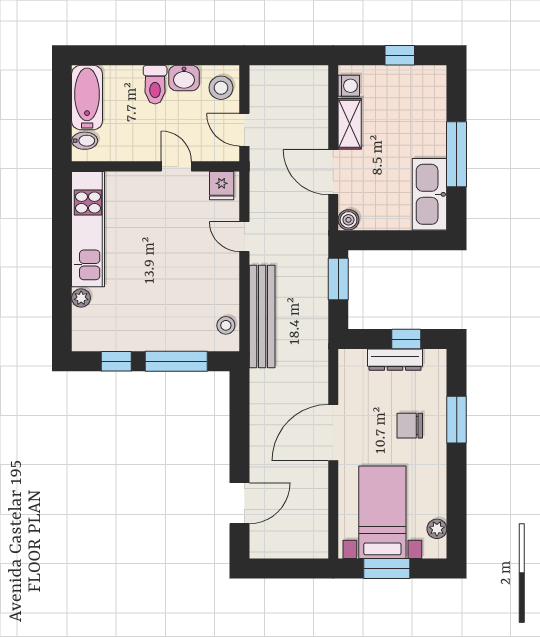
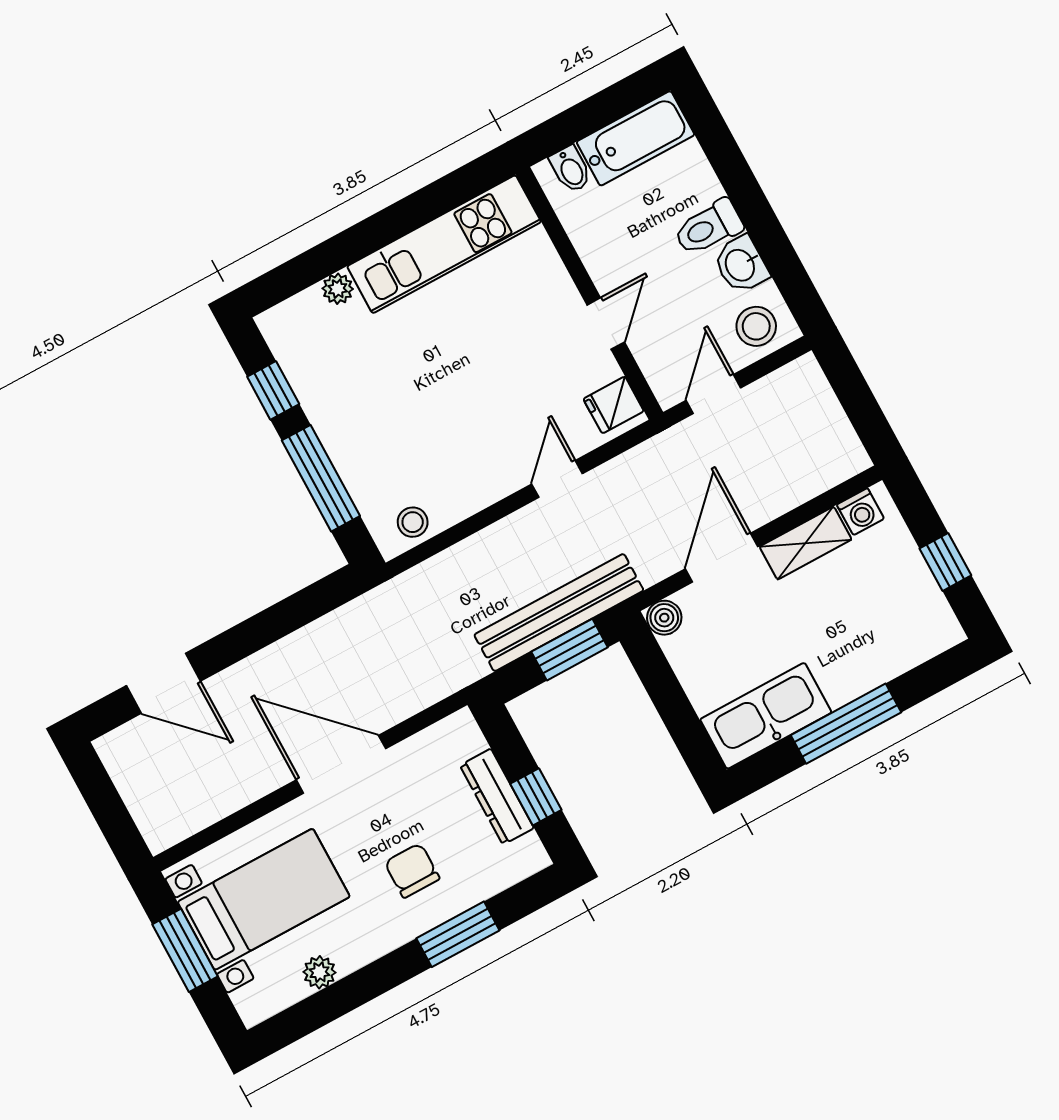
bench: (262, 316) -> (559, 613), moved
plant: (437, 529) -> (319, 972), moved

